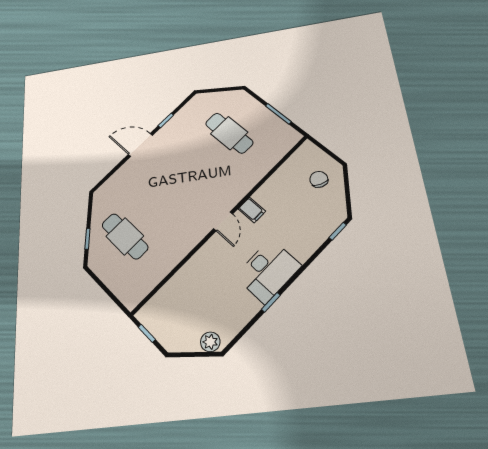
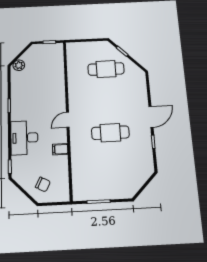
cafe table: (229, 133) -> (110, 133), moved
filing cabinet: (252, 210) -> (60, 149), moved
door: (223, 221) -> (68, 120), hinge flipped
desk: (268, 271) -> (24, 138), moved

